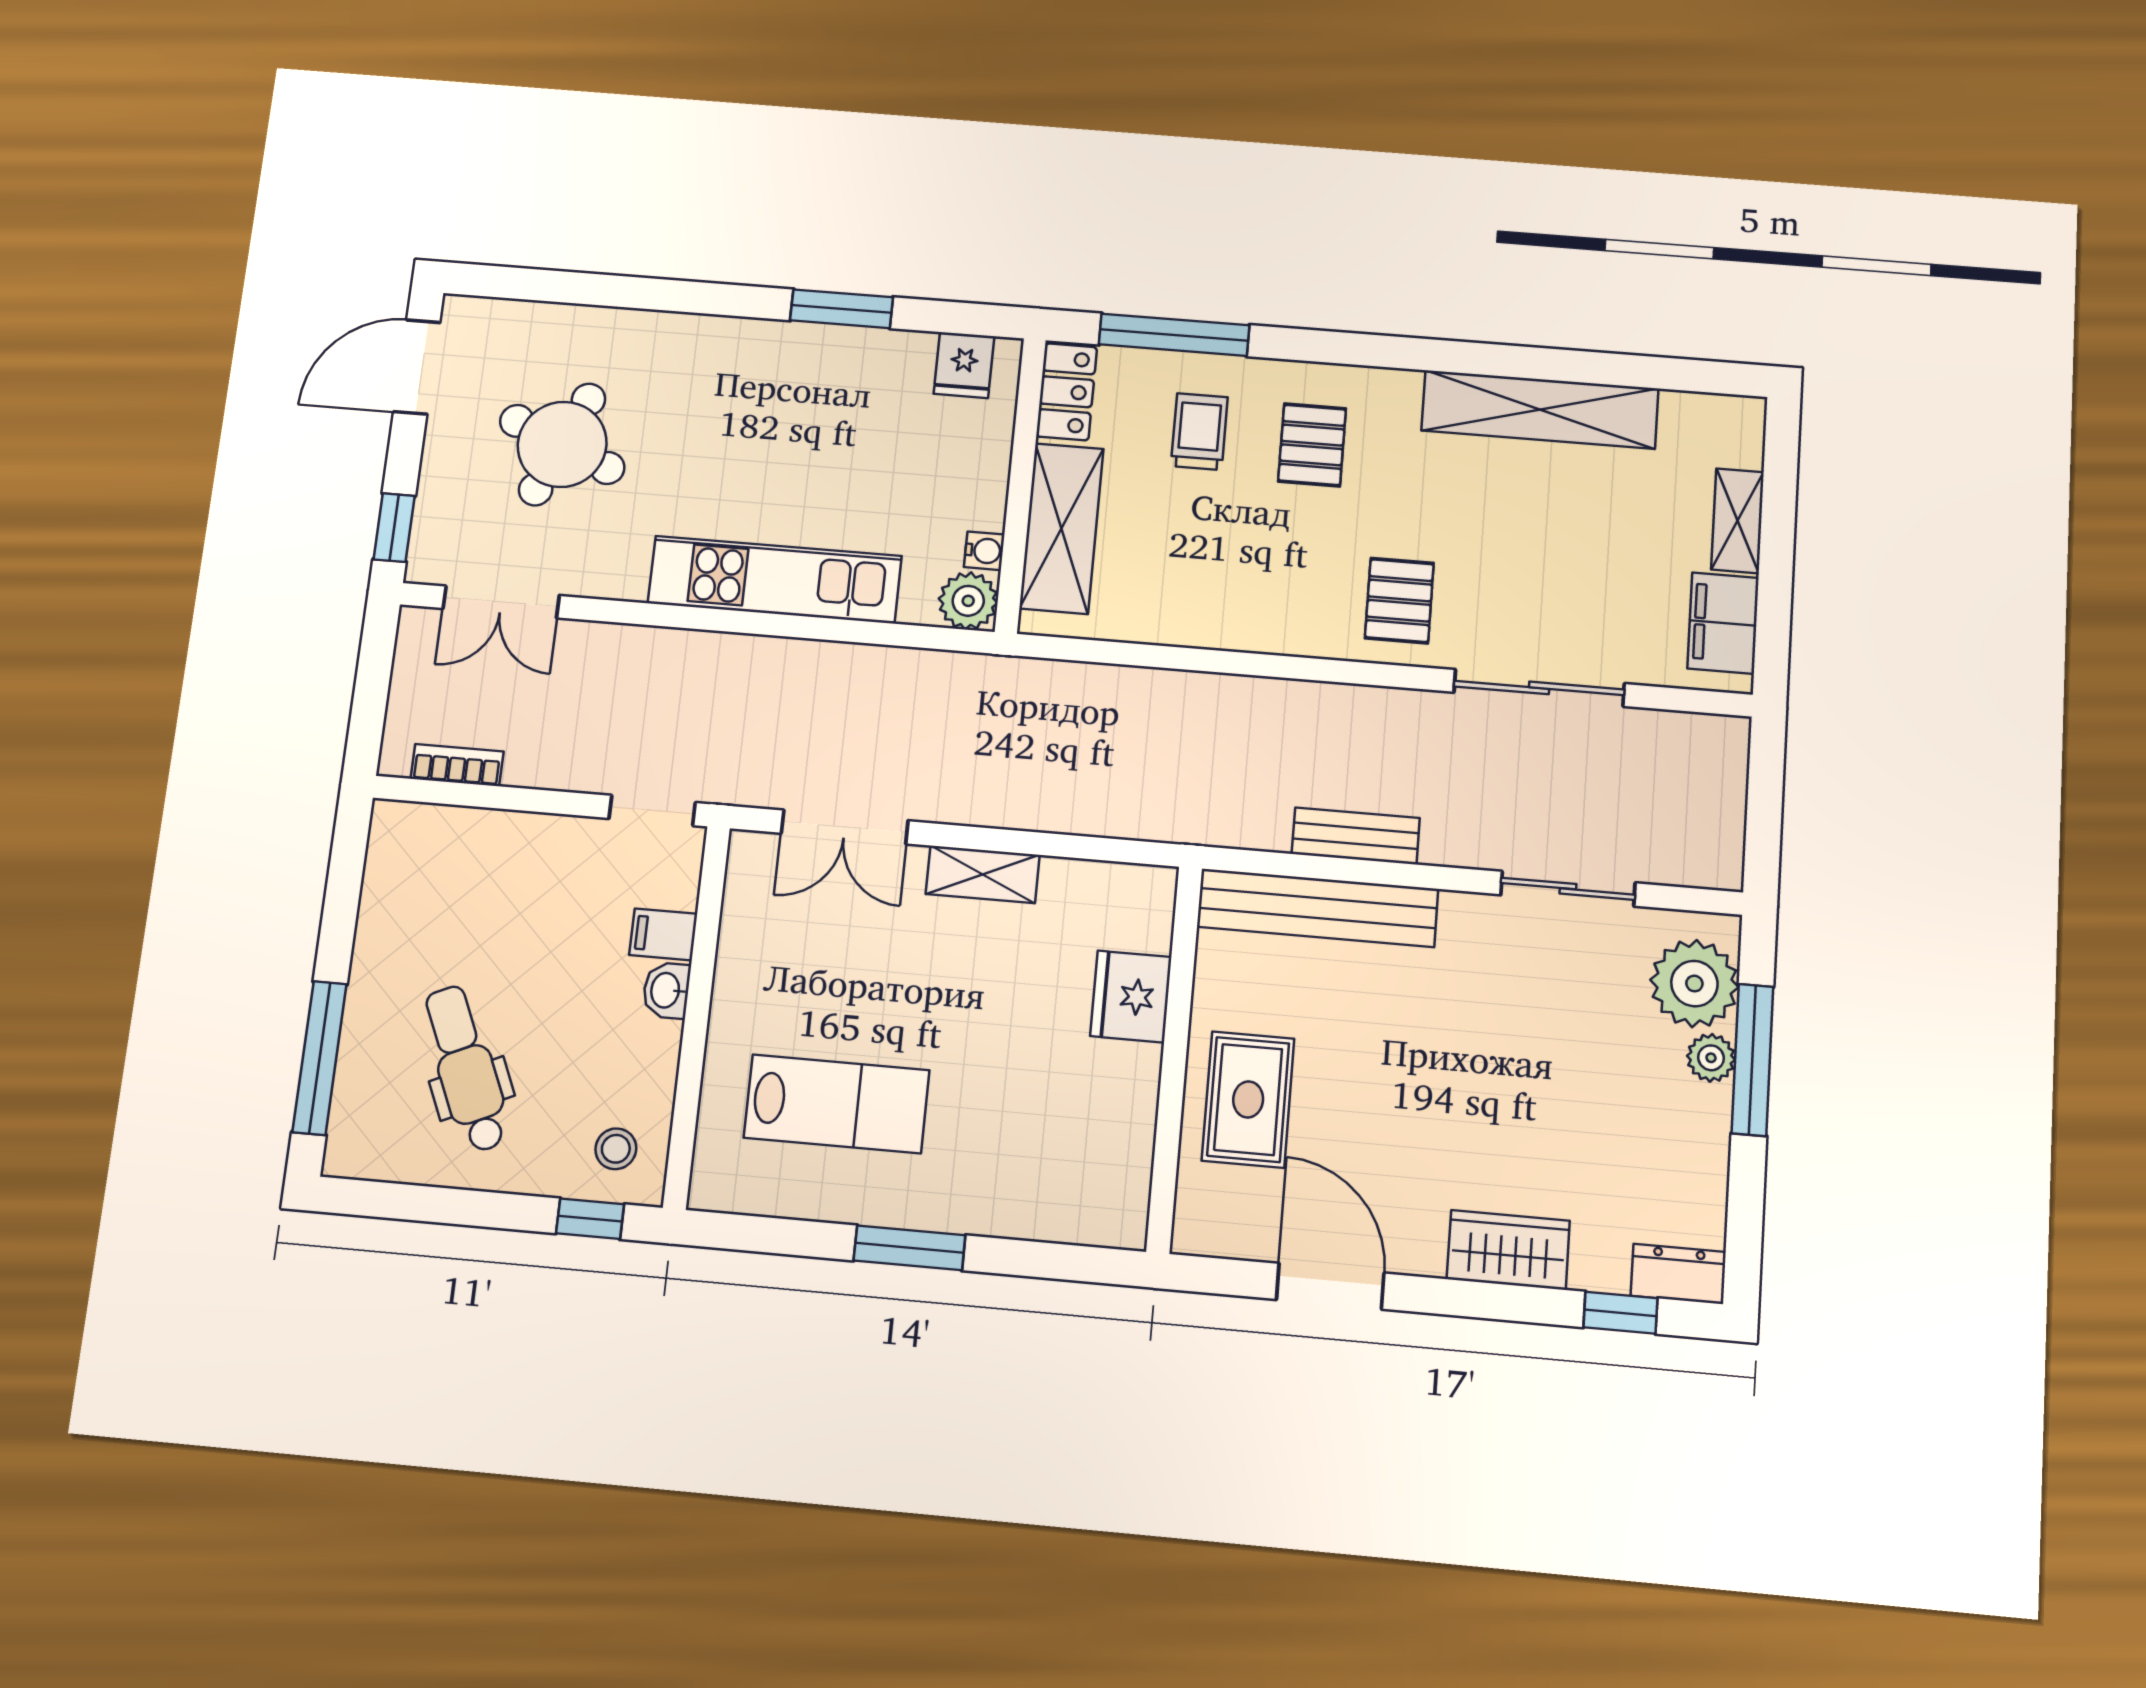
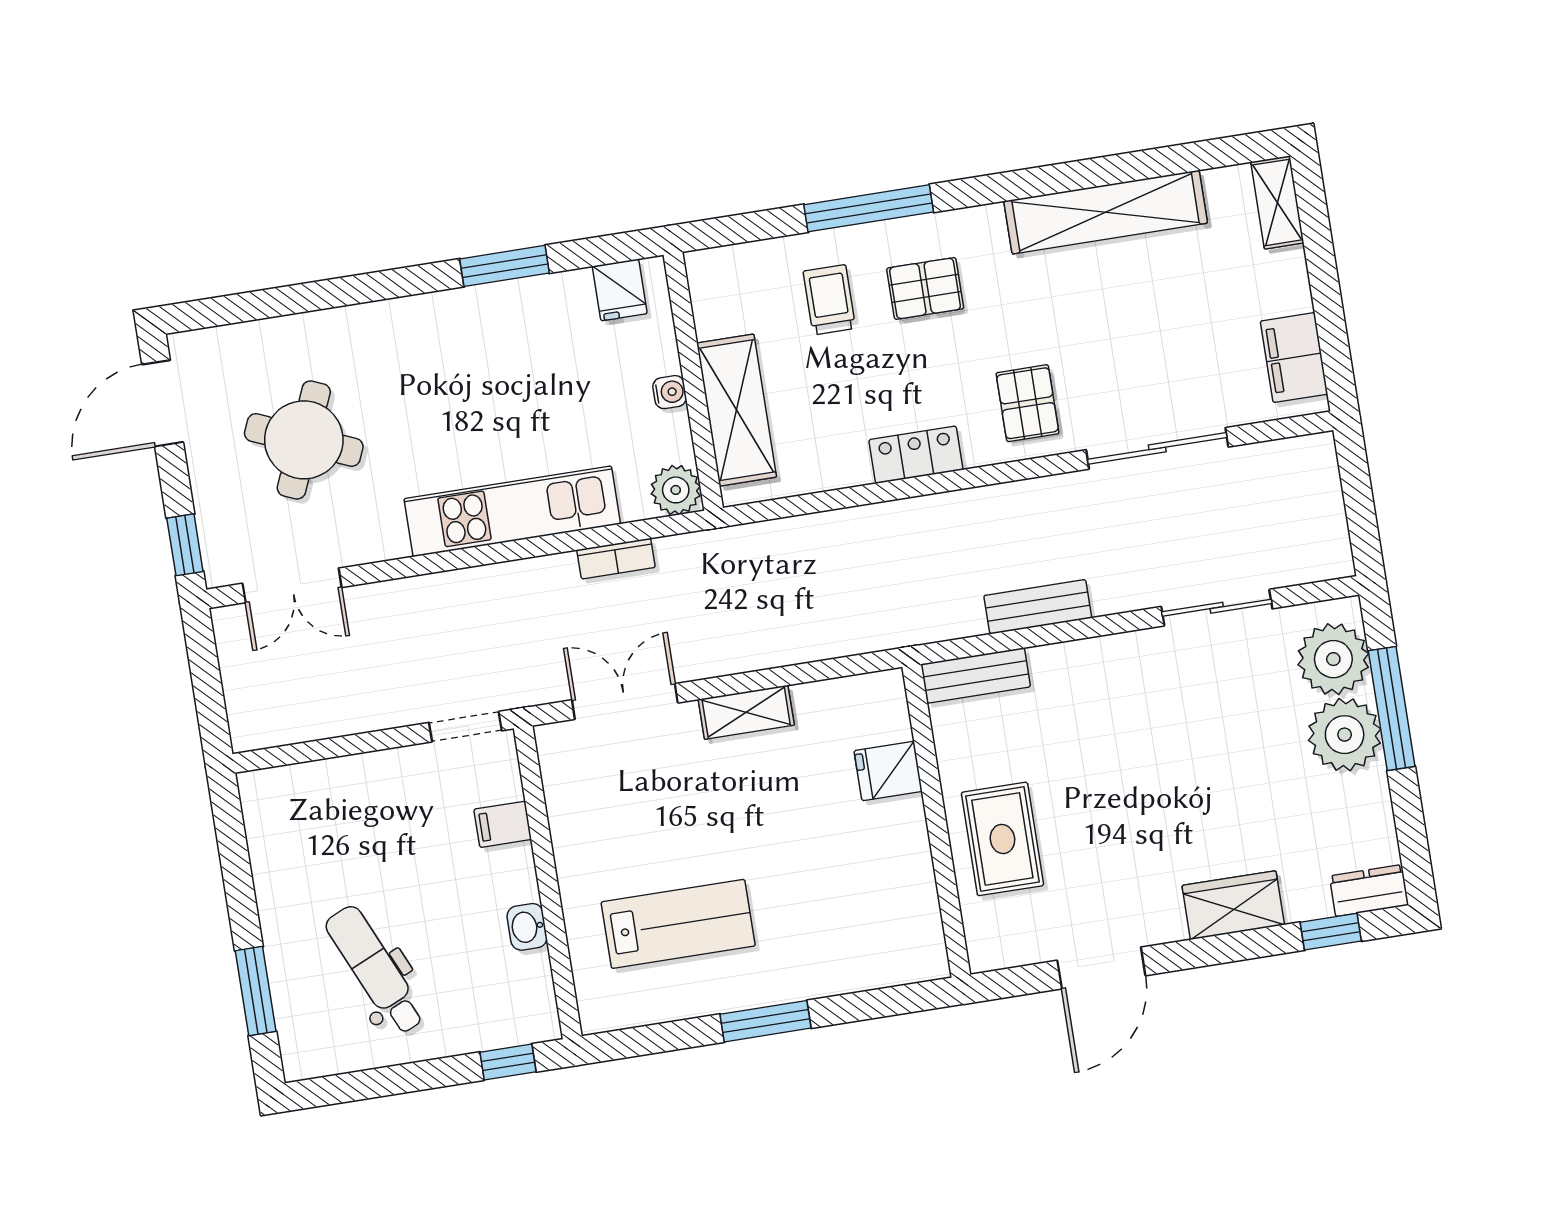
window: (1174, 335) -> (869, 208), moved
locker: (1067, 392) -> (916, 455), moved, turned -90
pallet: (1312, 445) -> (925, 288), turned 90
shelving: (1738, 521) -> (1277, 202), moved
water cooler: (984, 551) -> (670, 392), moved
bookcase: (457, 765) -> (616, 559), moved, turned 180
double door: (845, 827) -> (625, 701), swing flipped
bench: (1318, 908) -> (976, 675), width x0.54, depth x0.82
washbasin: (666, 990) -> (527, 927), moved
fridge: (1131, 996) -> (888, 771), width x0.72
window: (320, 1058) -> (256, 991), width x0.69
plant: (1711, 1058) -> (1345, 735), width x1.87, depth x1.87
stool: (616, 1149) -> (513, 1003), removed
door: (1330, 1286) -> (1101, 968), swing flipped

